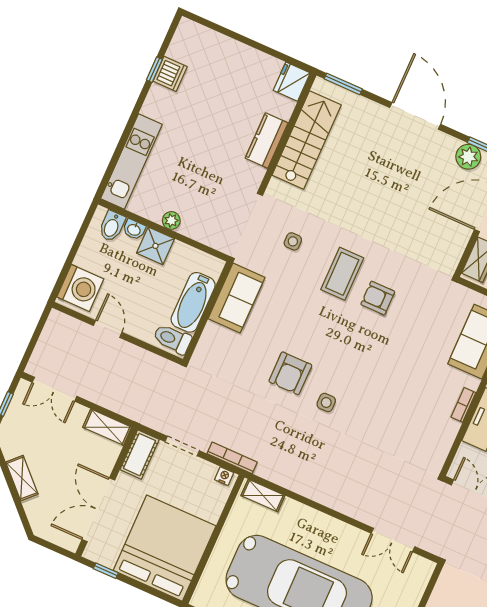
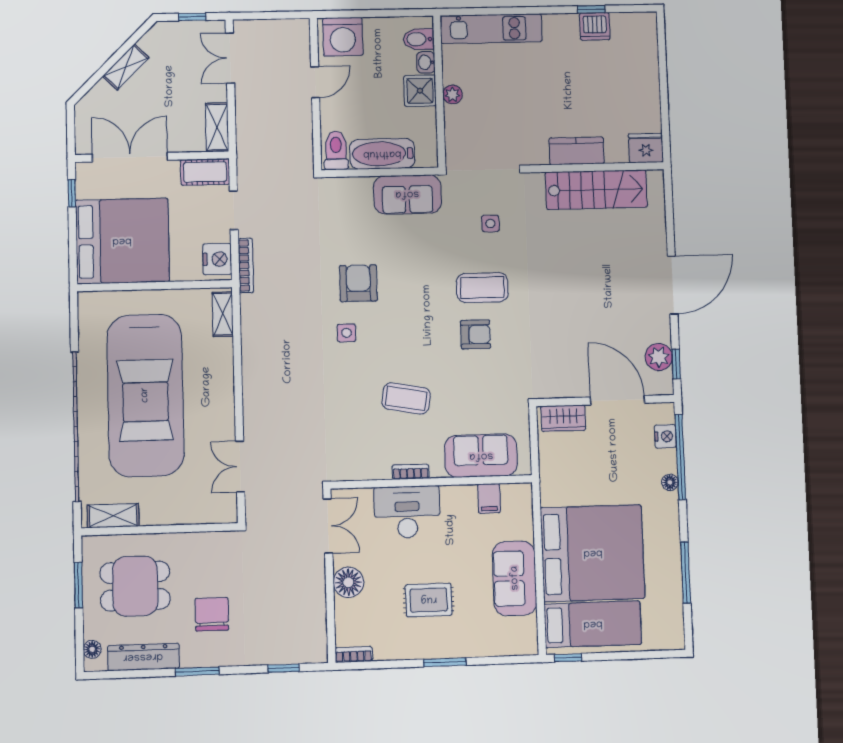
window: (343, 84) -> (669, 199), removed
armchair: (378, 298) -> (475, 334), turned 90
armchair: (290, 373) -> (358, 283), turned 90
coffee table: (403, 380) -> (406, 398), added
nightstand: (224, 476) -> (217, 259), width x1.89, depth x1.79

